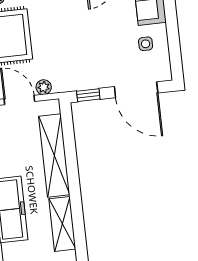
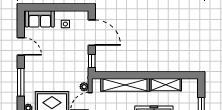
door: (136, 90) -> (92, 33), hinge flipped

